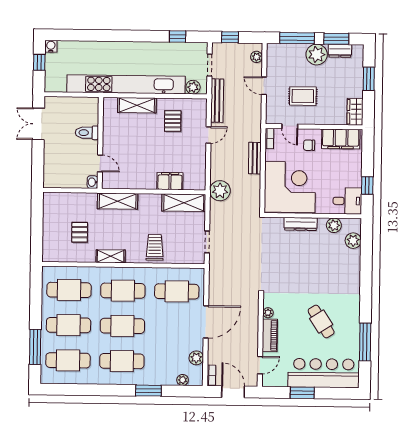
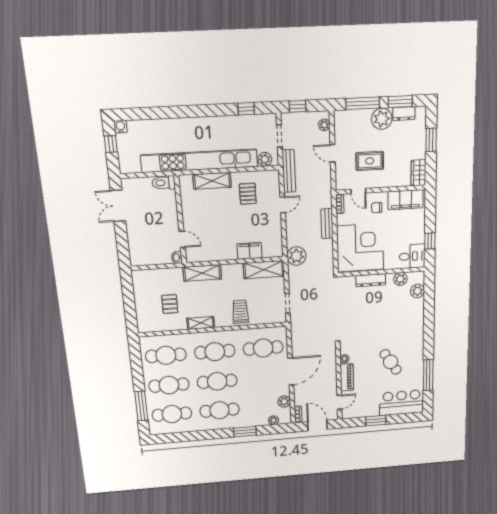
toilet: (87, 133) -> (164, 183), moved
bar counter: (324, 373) -> (401, 403), width x0.73

